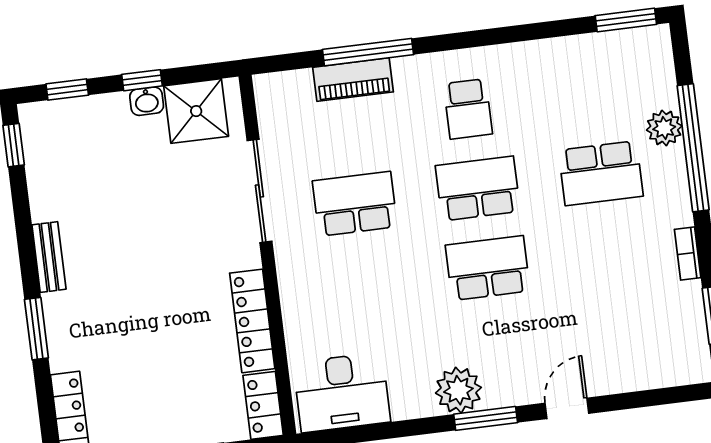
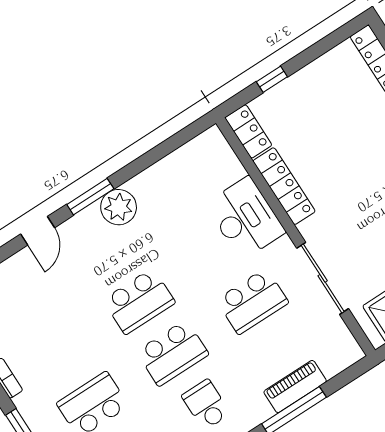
desk: (342, 392) -> (245, 218), moved, turned 90

